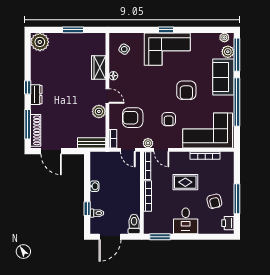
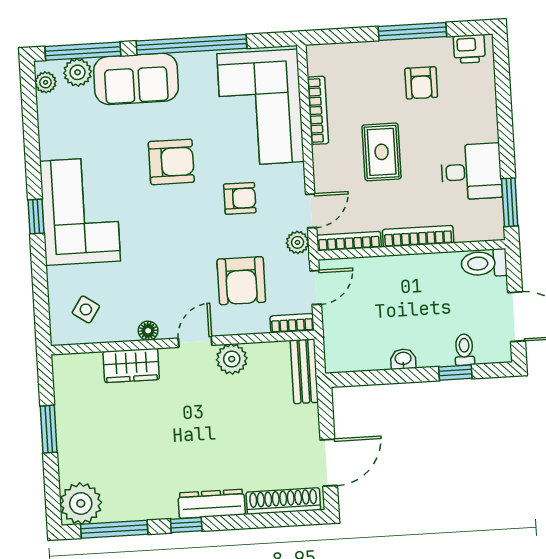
dresser: (36, 95) -> (212, 504), width x1.44
window: (28, 124) -> (114, 529), moved
armchair: (214, 201) -> (421, 83), turned 103
desk: (186, 221) -> (471, 172), moved

